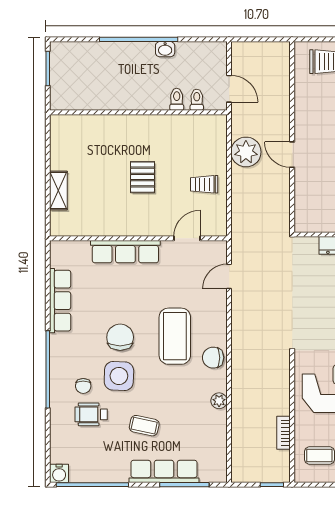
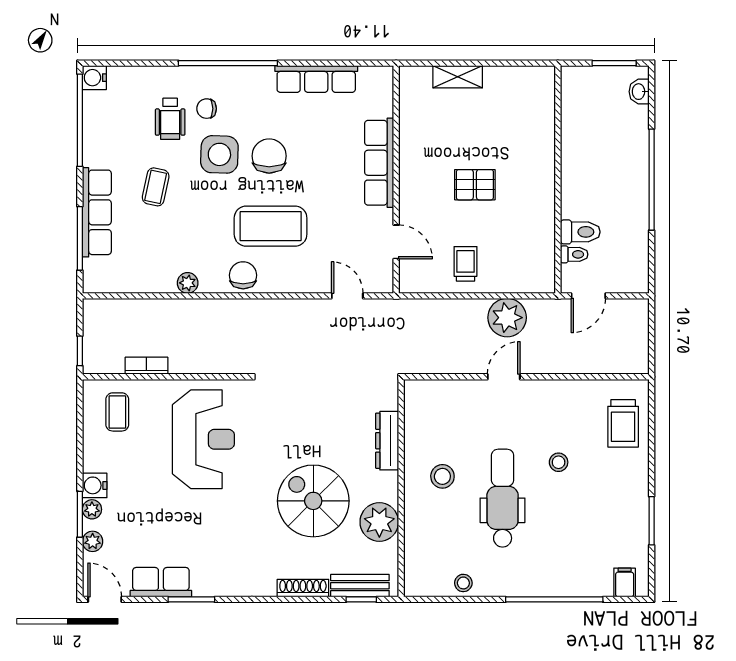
washbasin: (165, 49) -> (639, 92), moved
toilet: (177, 99) -> (580, 232), width x1.37, depth x1.39
chair: (120, 337) -> (269, 156), turned -90
wheelchair: (91, 414) -> (170, 119), turned 180

